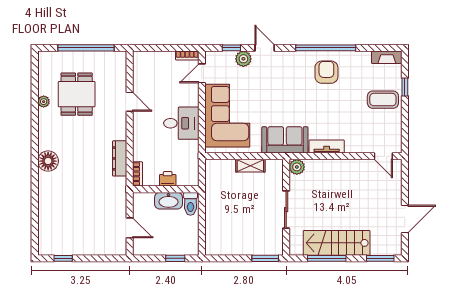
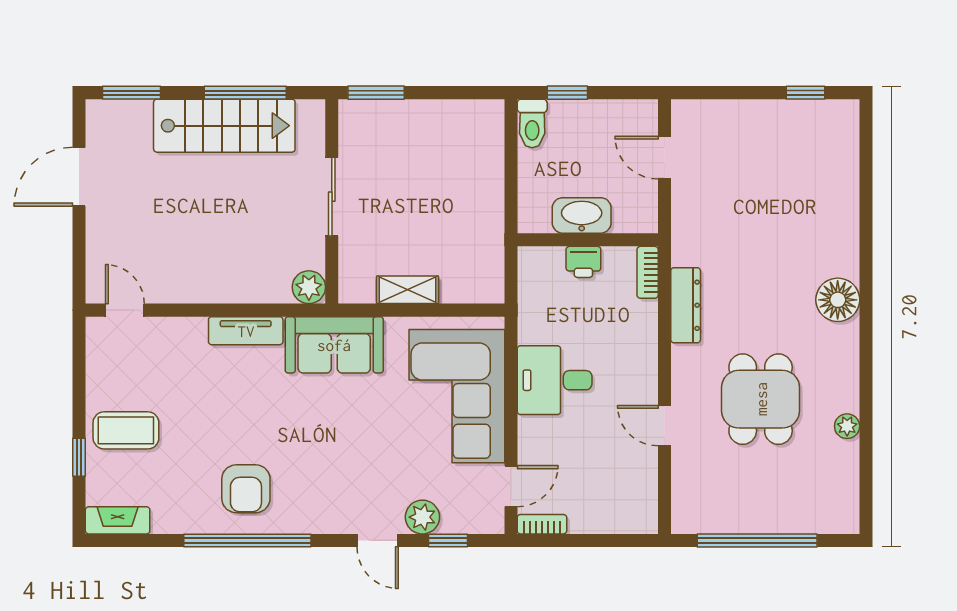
dining table: (77, 94) -> (761, 399), moved
toilet: (190, 204) -> (532, 123), moved, turned 180

